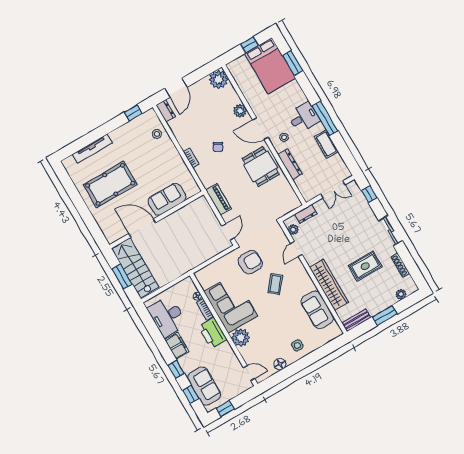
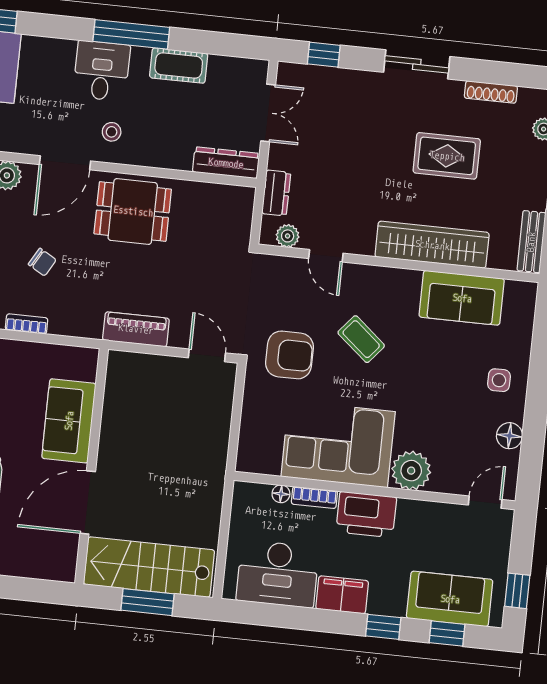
dresser: (290, 164) -> (226, 163), moved
armchair: (250, 262) -> (289, 355), turned 90
rug: (365, 266) -> (447, 156), turned 90

